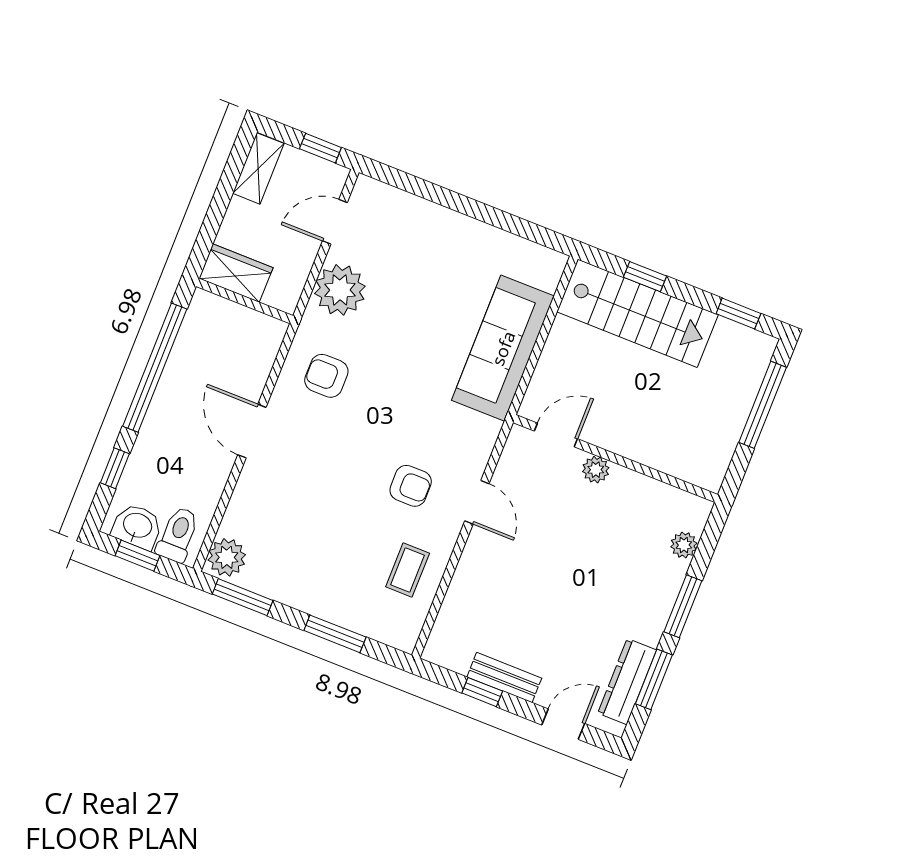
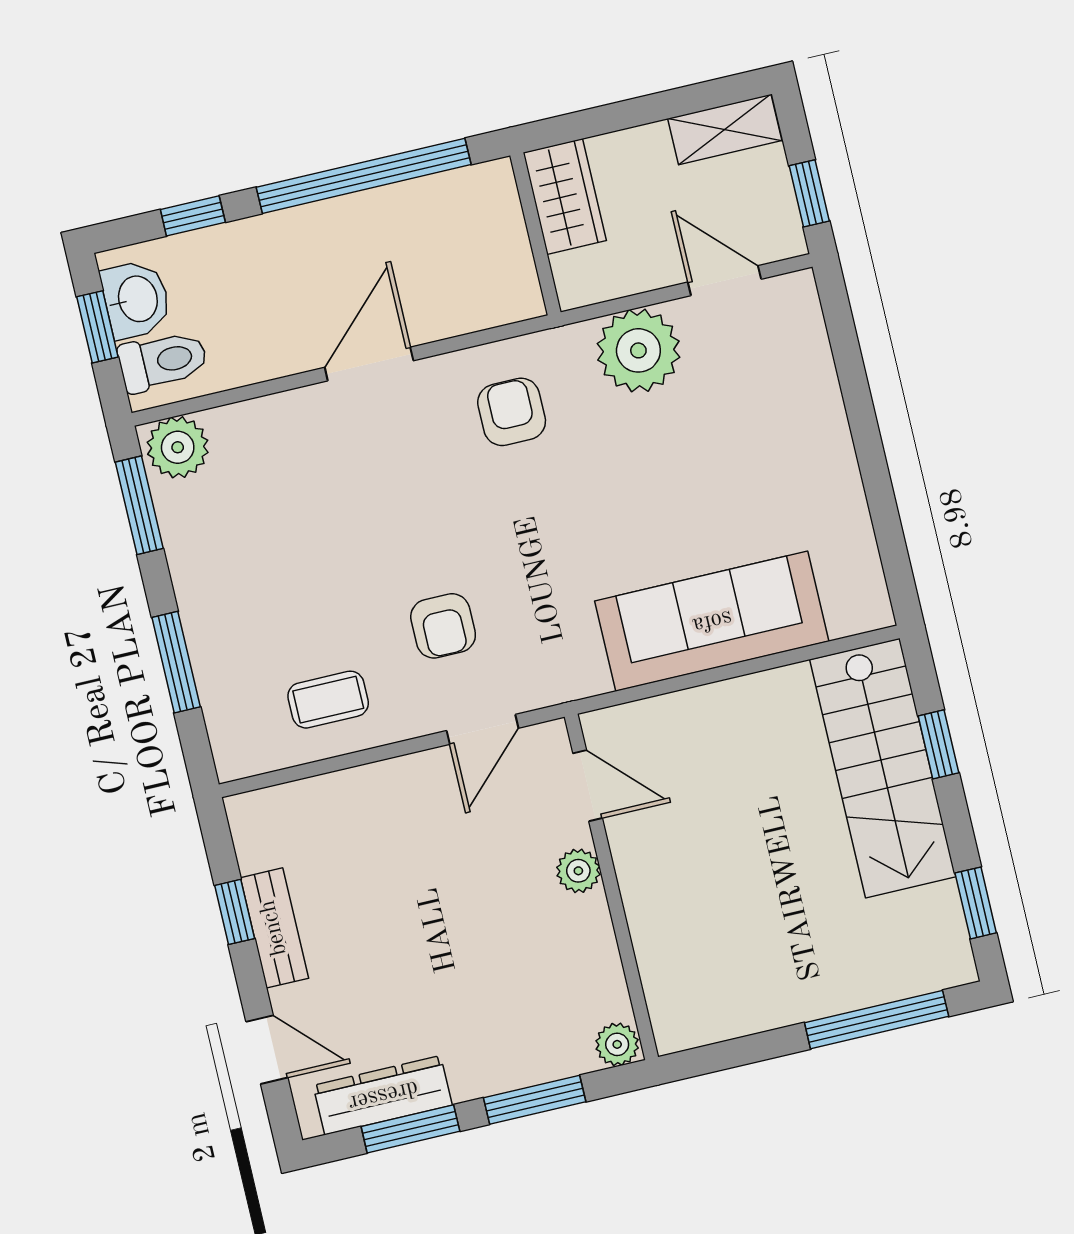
door: (556, 435) -> (588, 786), moved
wall: (615, 459) -> (611, 887), moved
plant: (596, 470) -> (578, 871), moved

